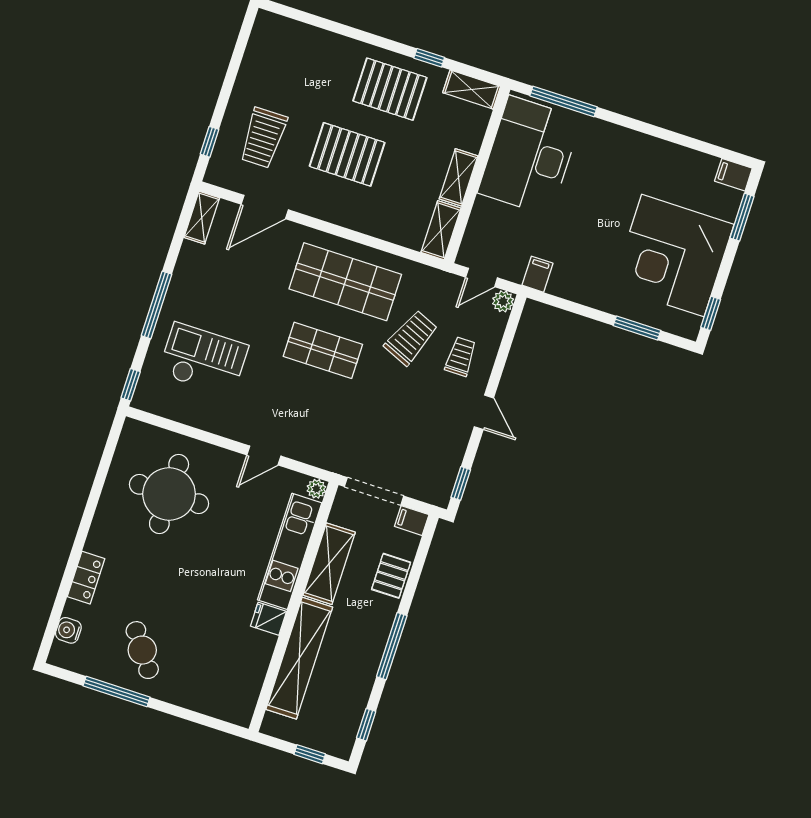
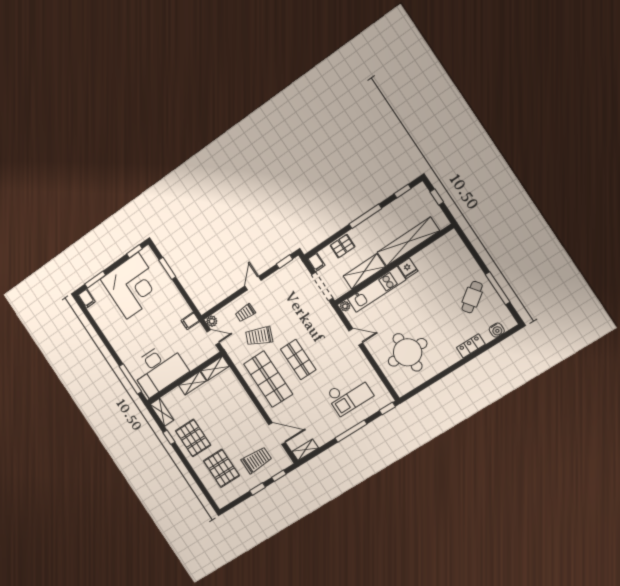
window: (226, 92) -> (257, 489), added
pallet: (347, 154) -> (221, 468), moved
checkout: (203, 359) -> (349, 395), turned -90

